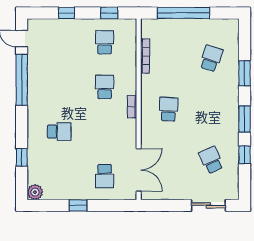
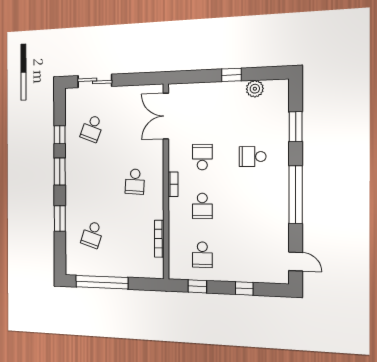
window: (184, 13) -> (102, 282), moved
window: (22, 80) -> (296, 195), moved
window: (22, 157) -> (296, 127), width x1.50
school desk: (211, 160) -> (92, 128), turned 45
school desk: (105, 176) -> (202, 157), moved
plant: (35, 192) -> (255, 89), moved

